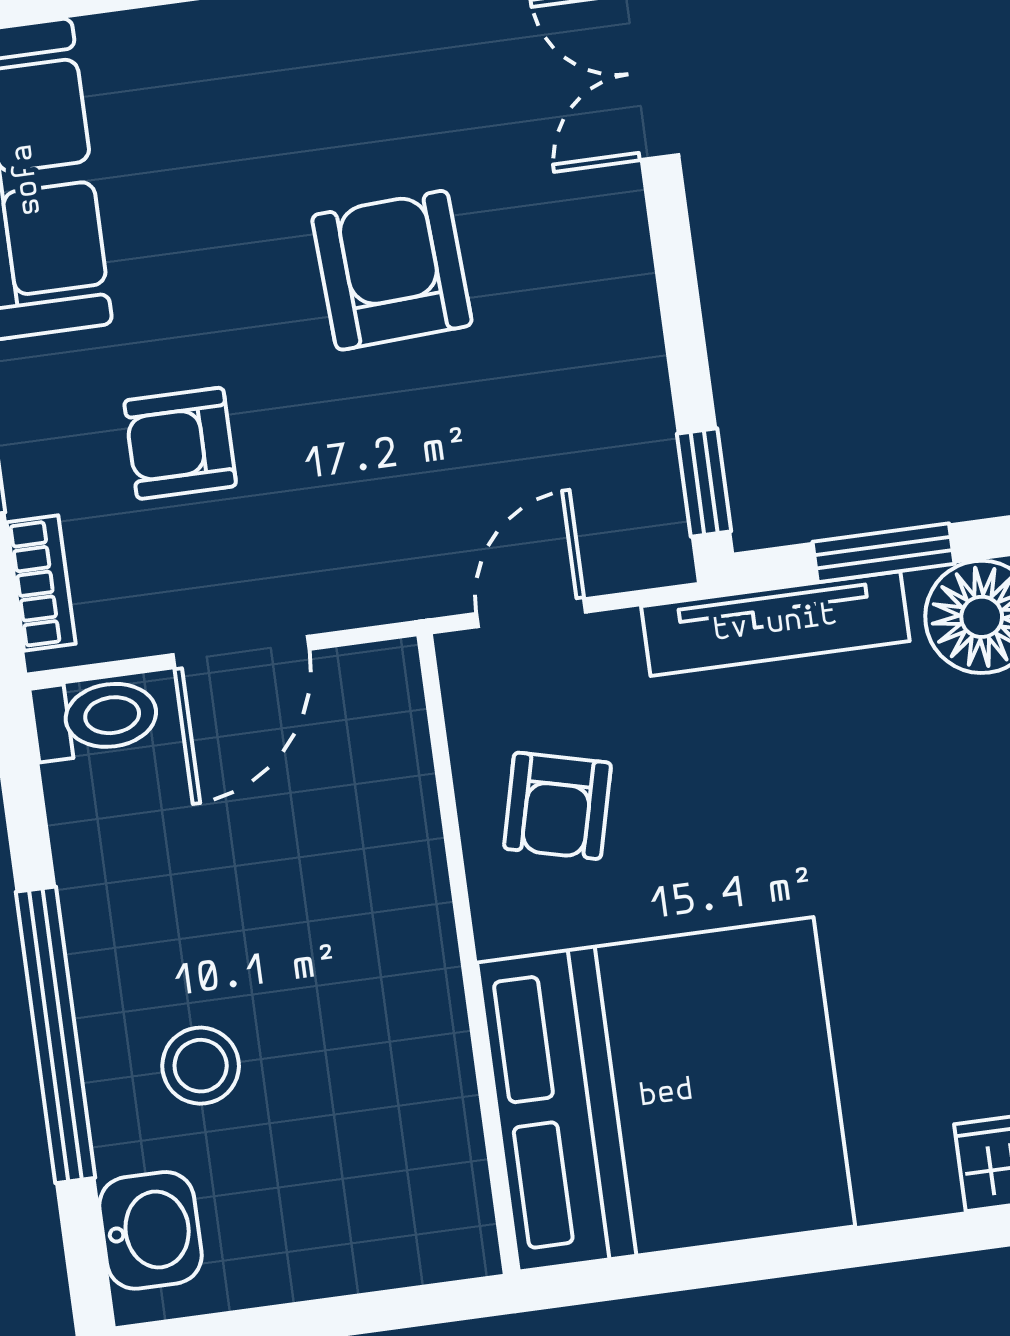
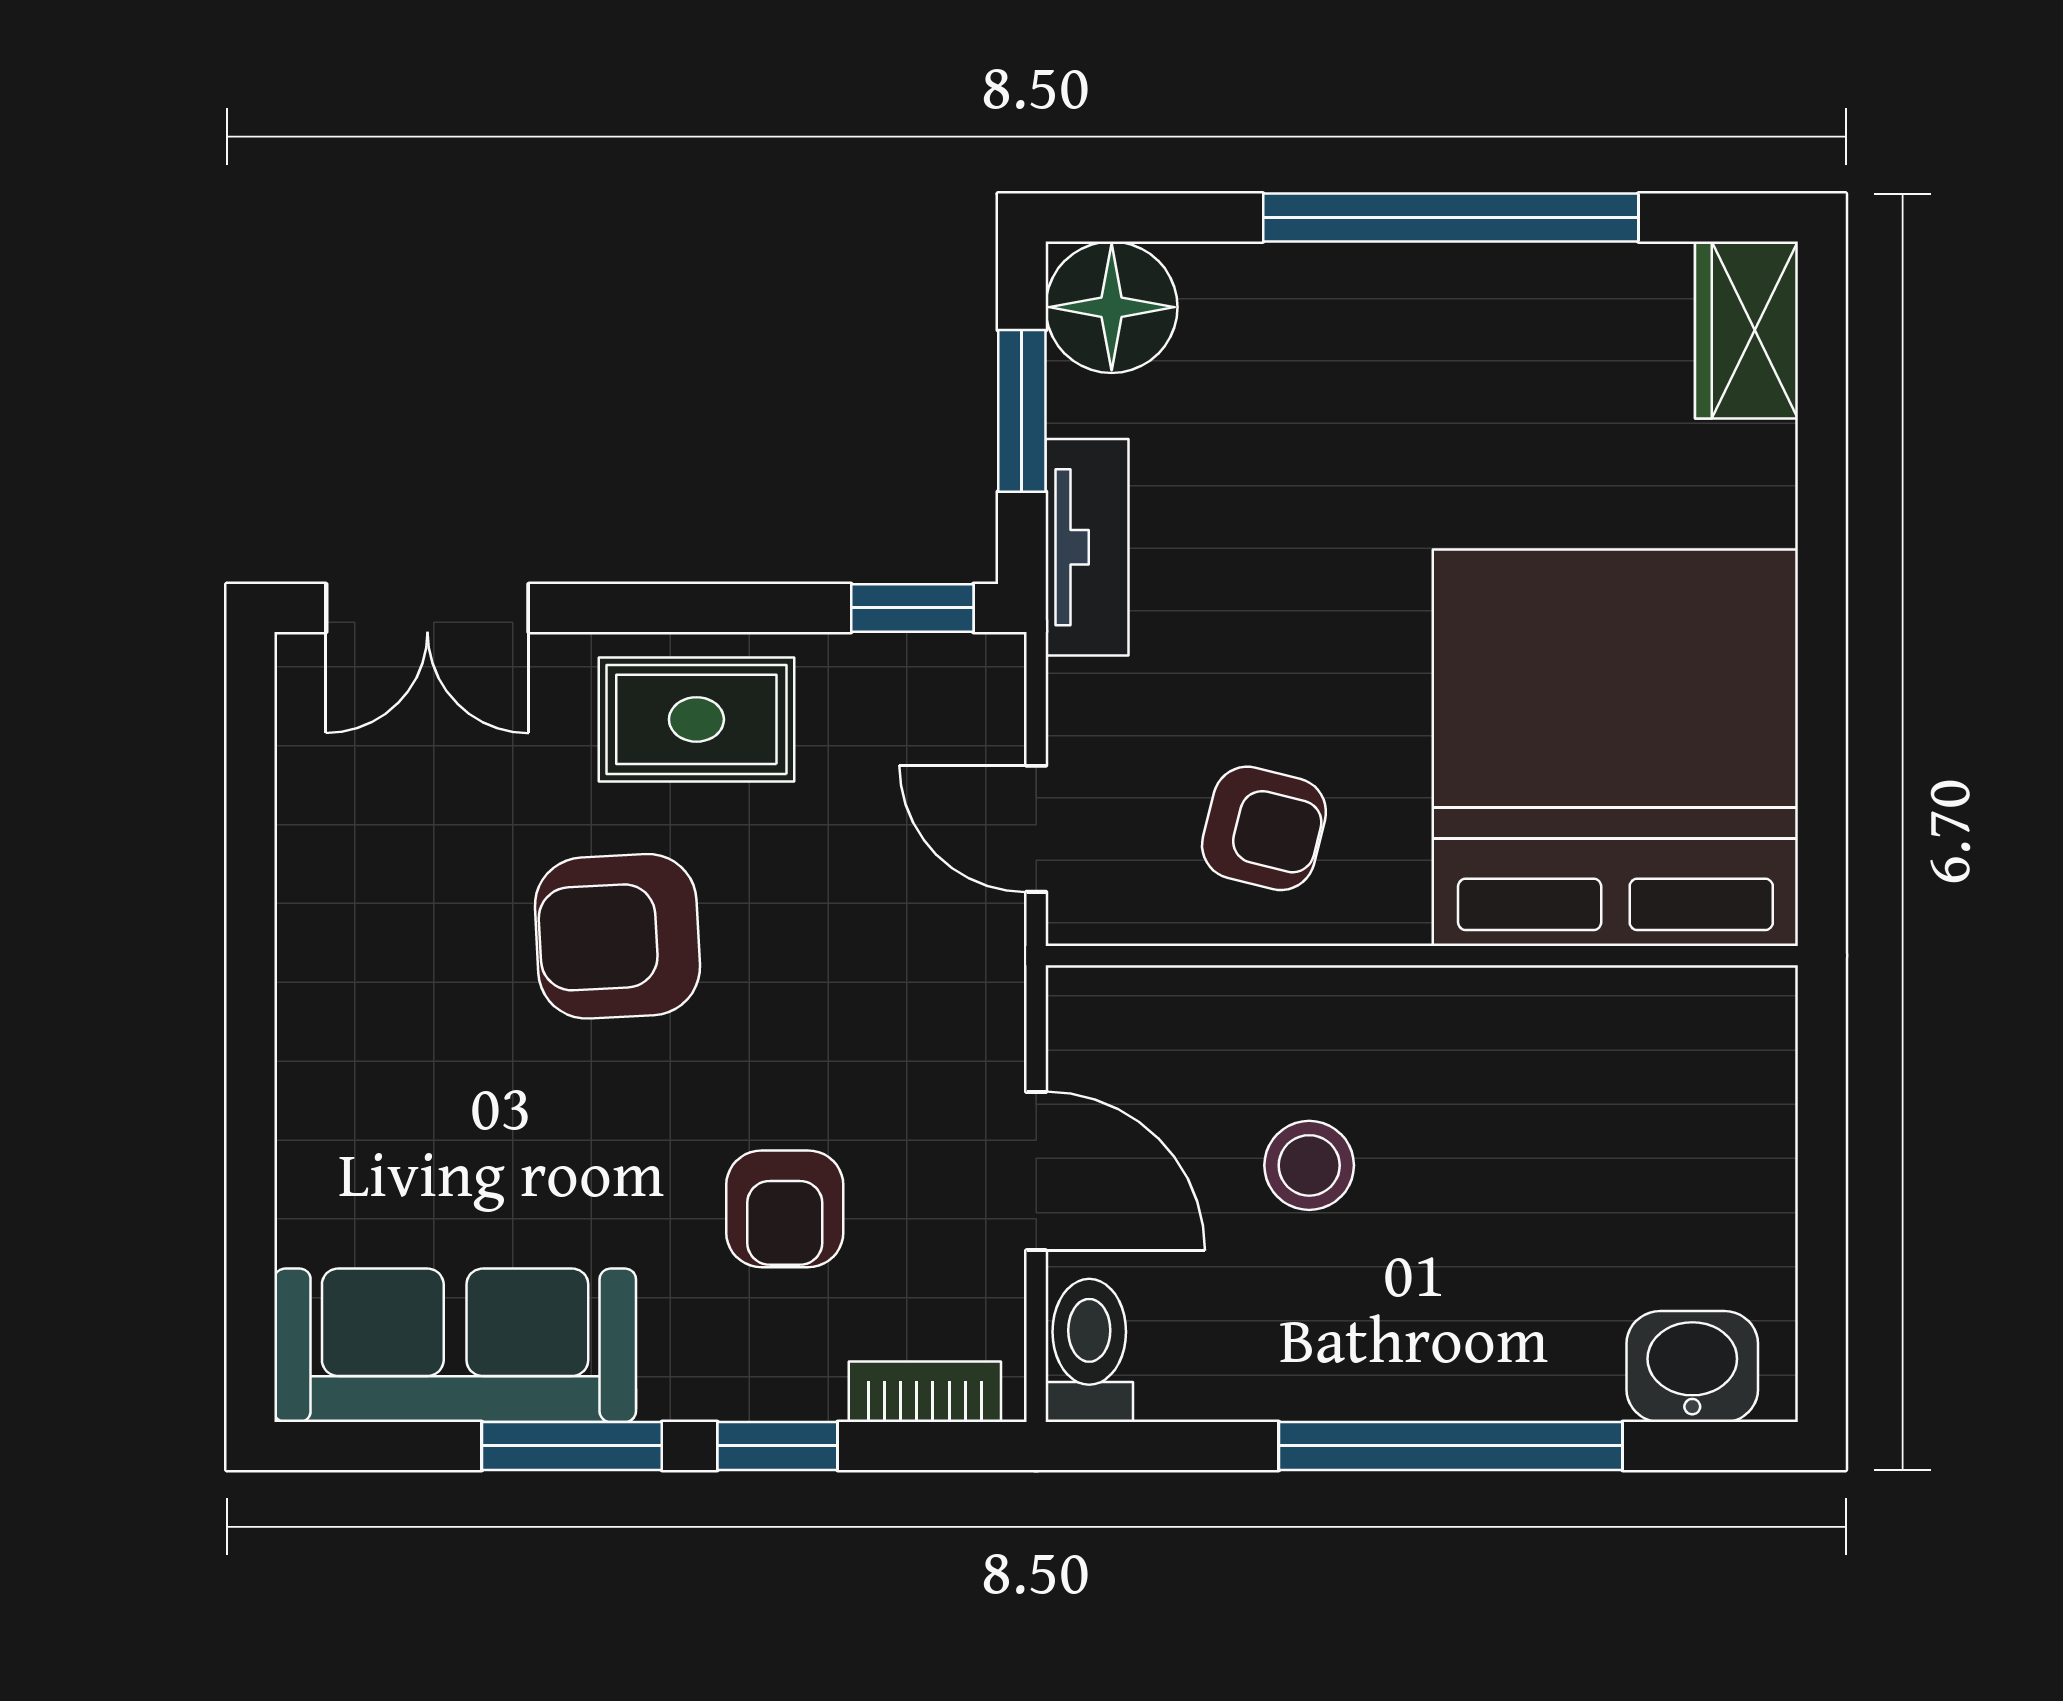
rug: (585, 312) -> (696, 719), added
tv unit: (775, 624) -> (1087, 547), width x0.71
stool: (201, 1066) -> (1309, 1165), moved

